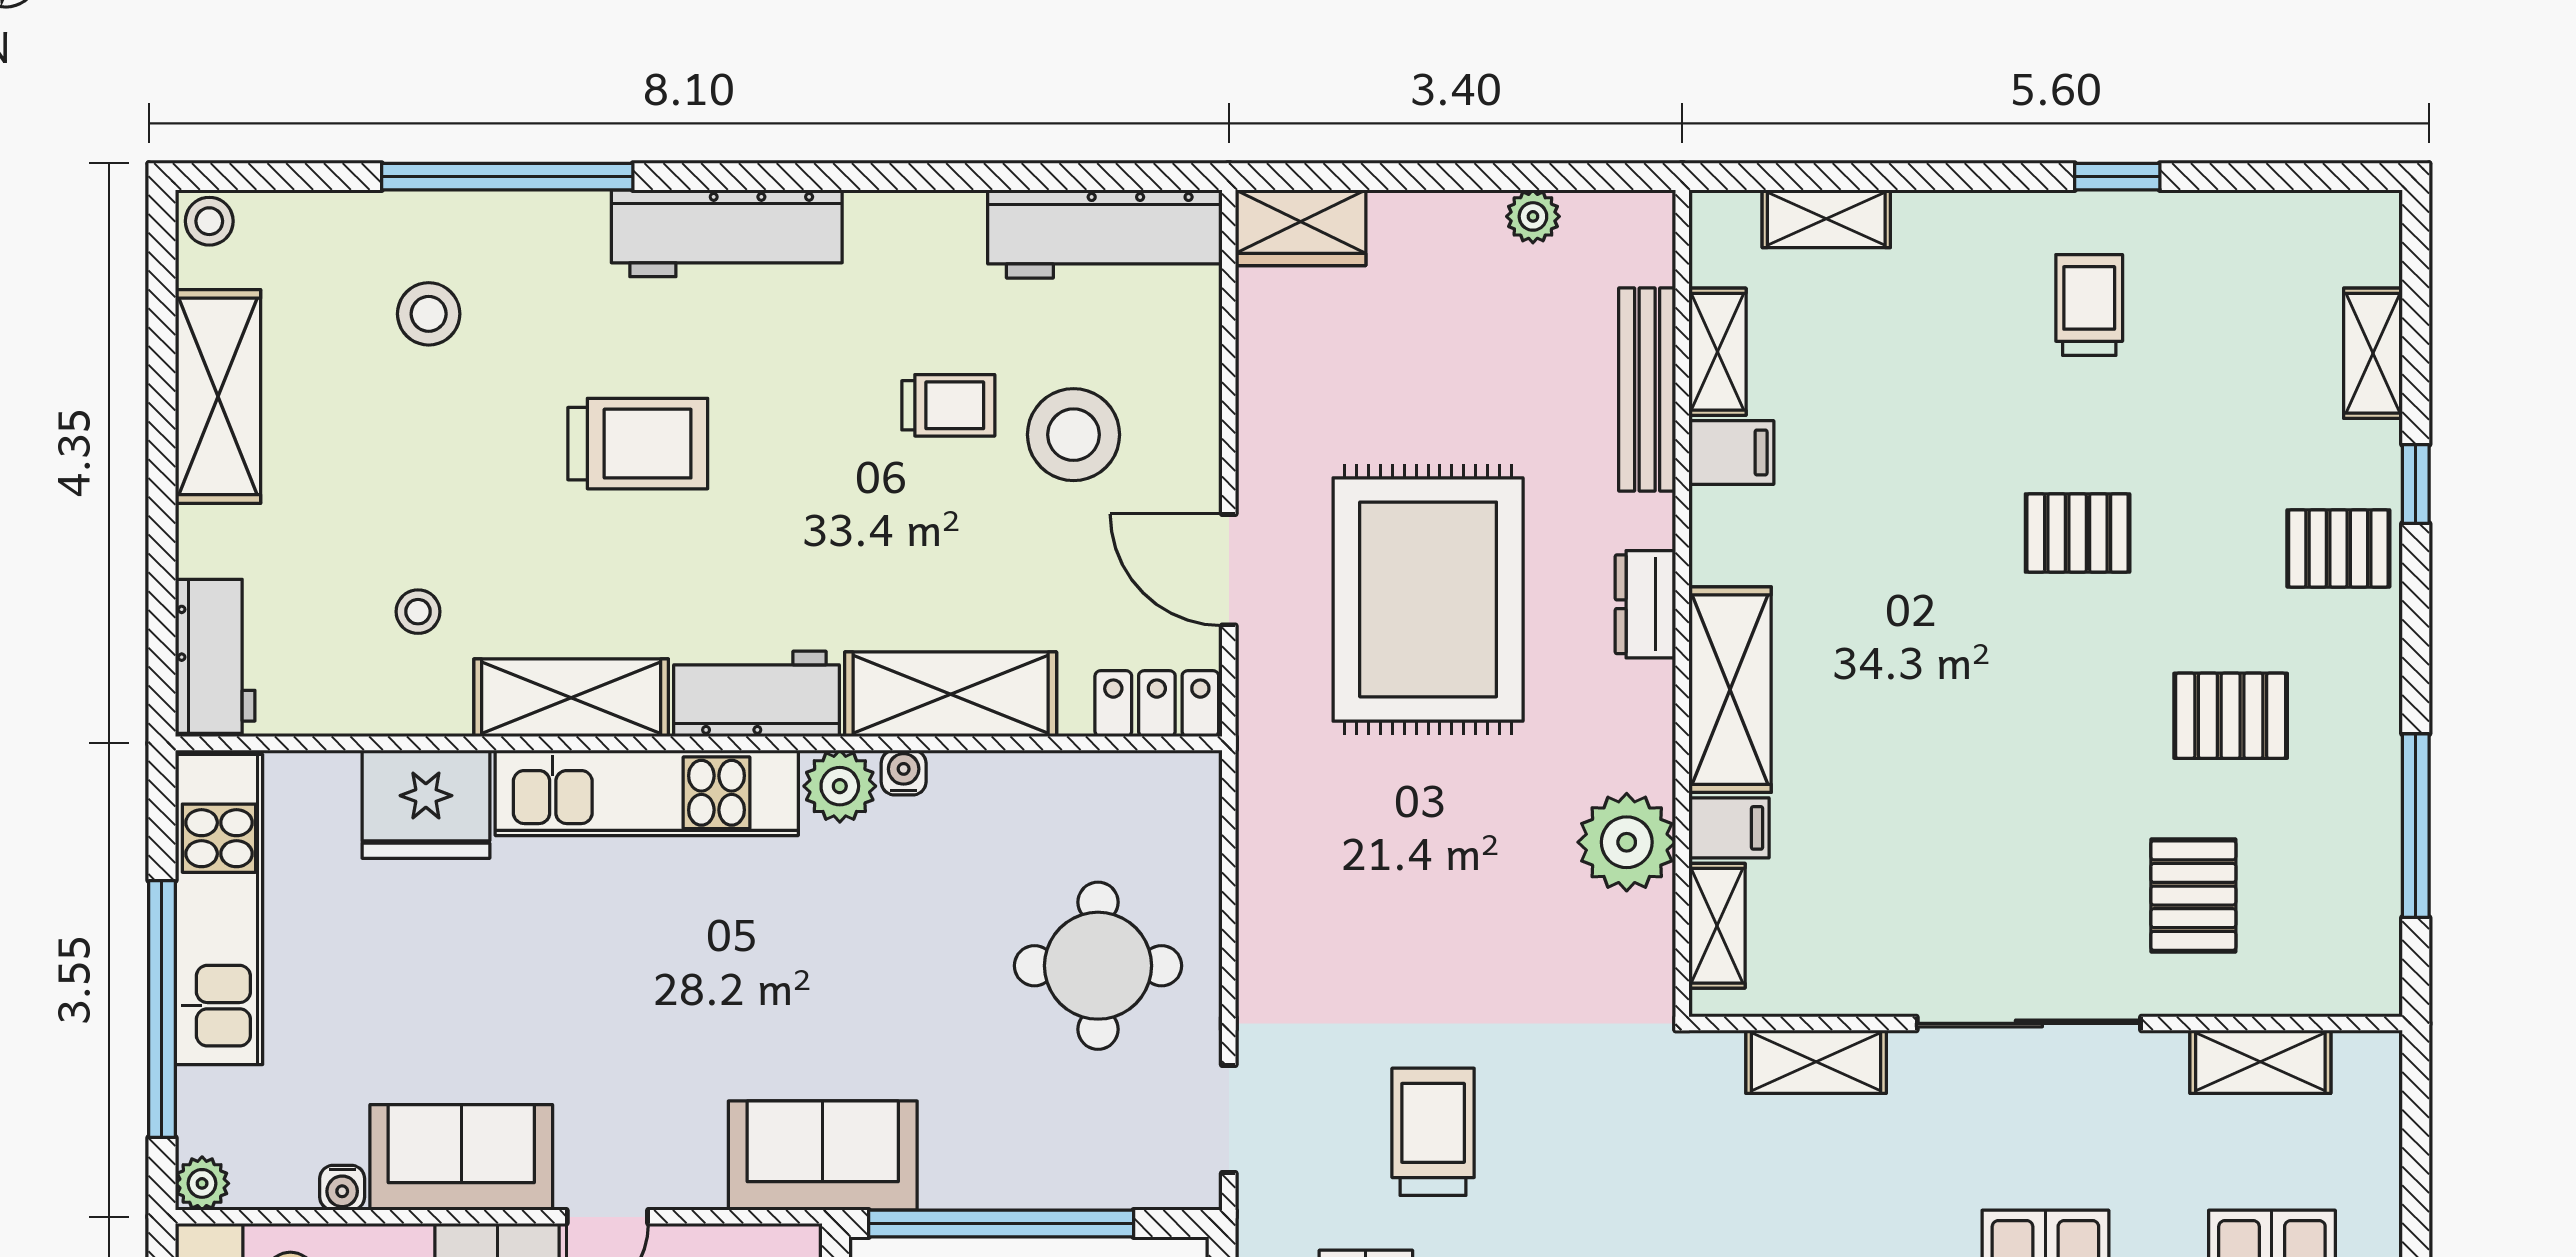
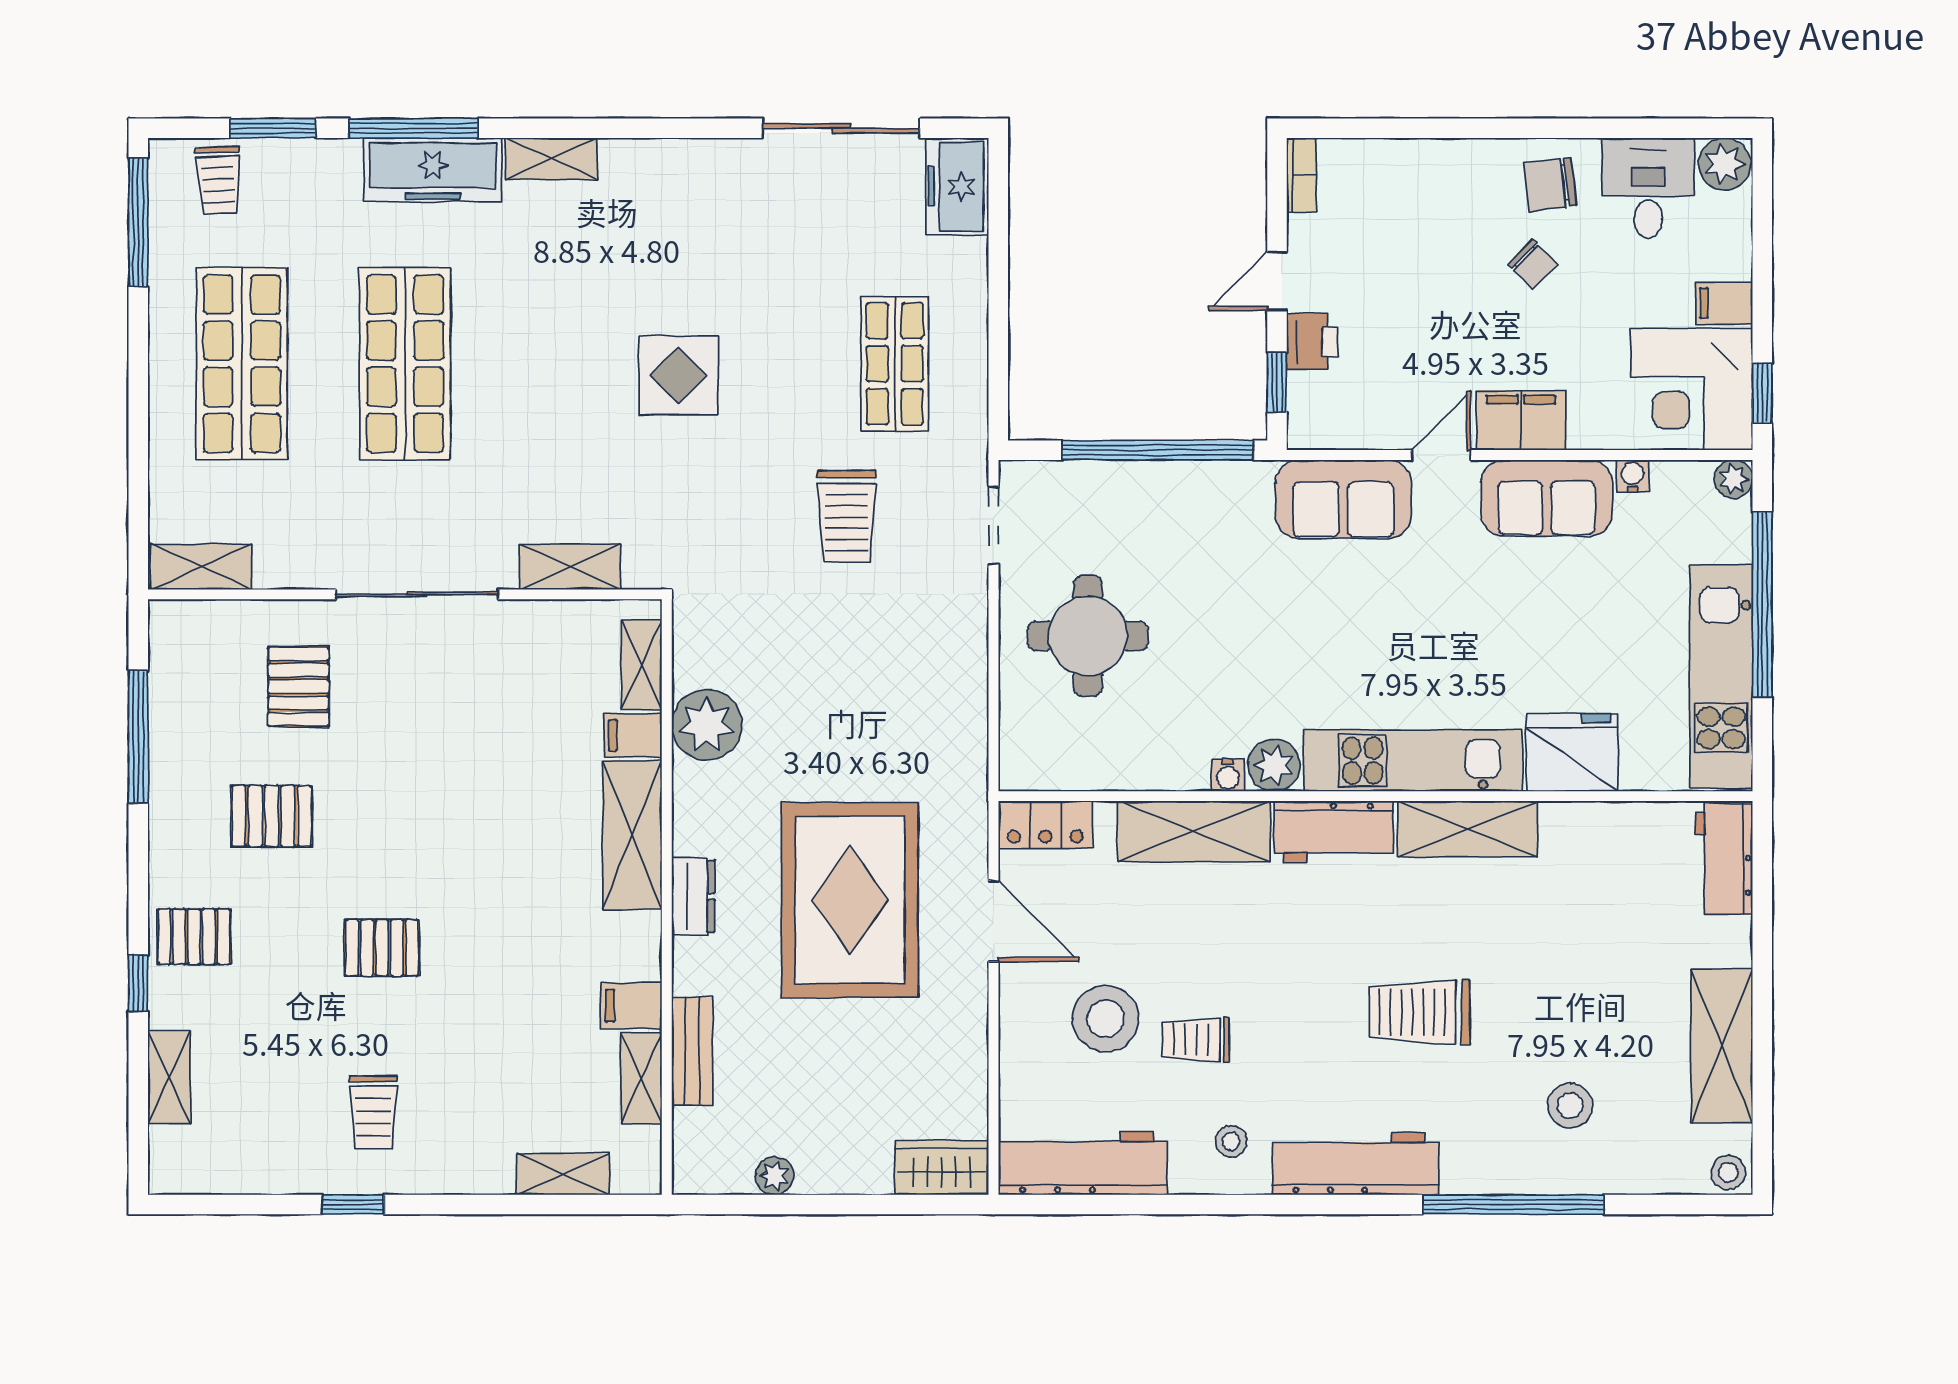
bench: (1647, 389) -> (692, 1051), width x0.73
stool: (418, 612) -> (1231, 1141), moved
shelving: (2260, 1062) -> (201, 567), moved
sofa: (823, 1156) -> (1343, 499), moved

